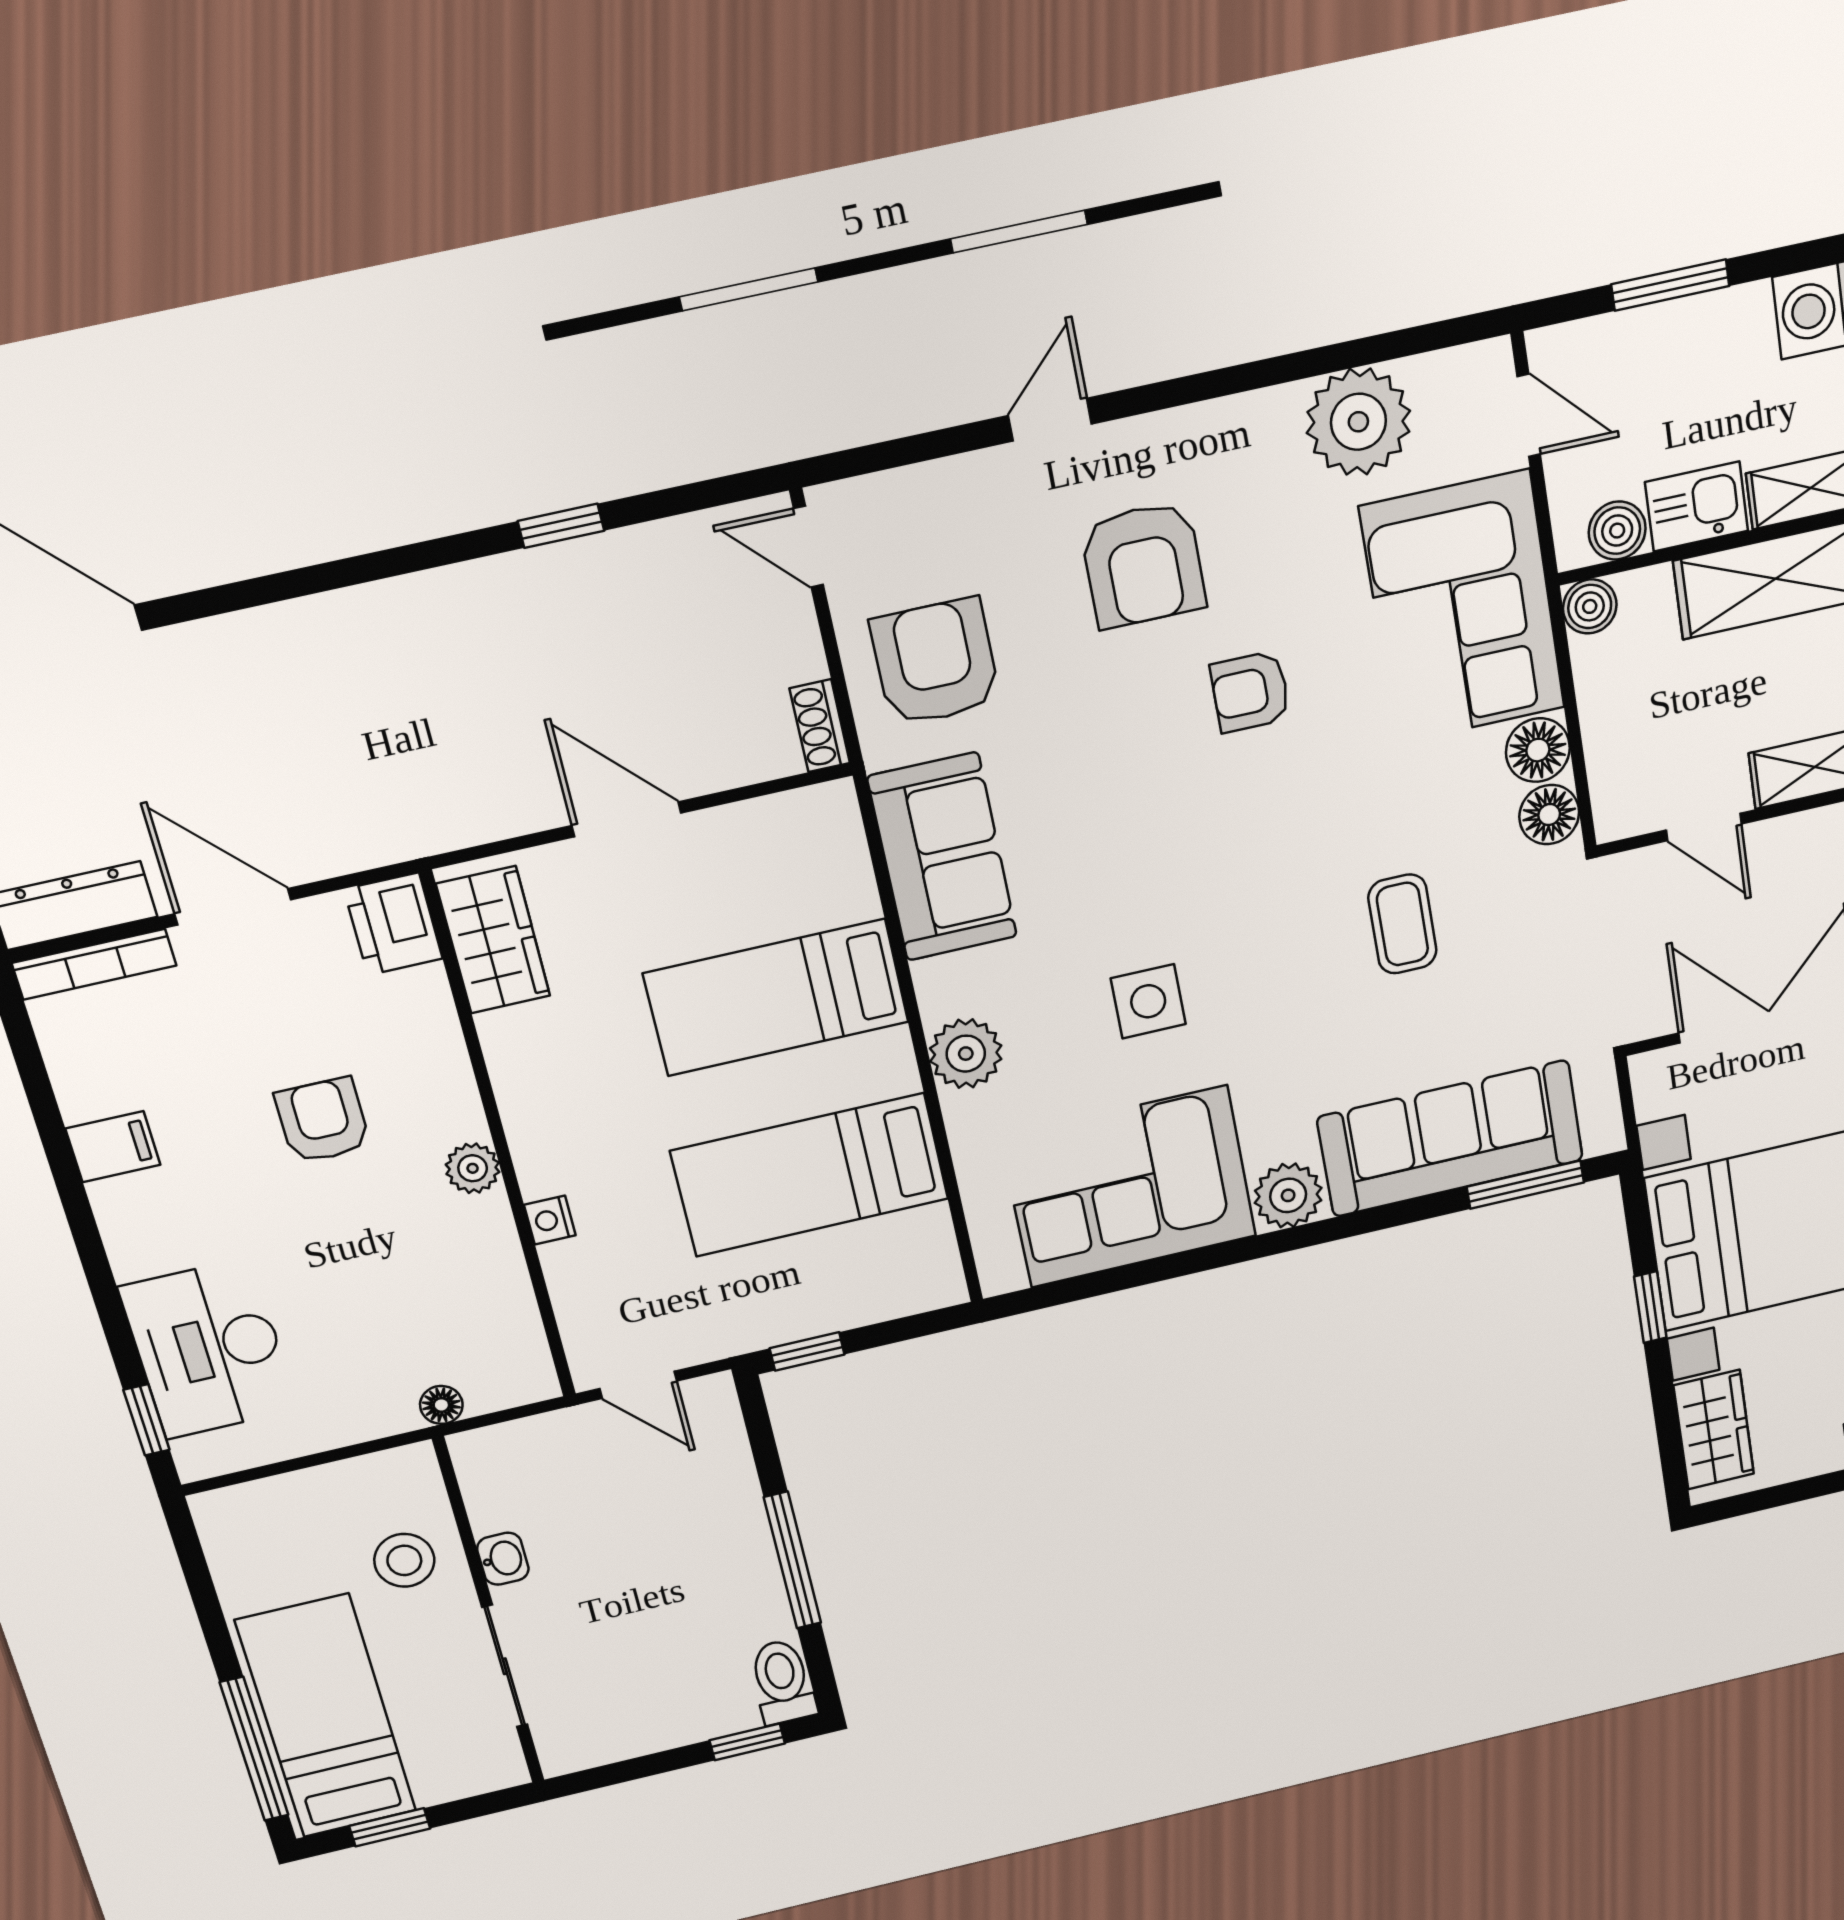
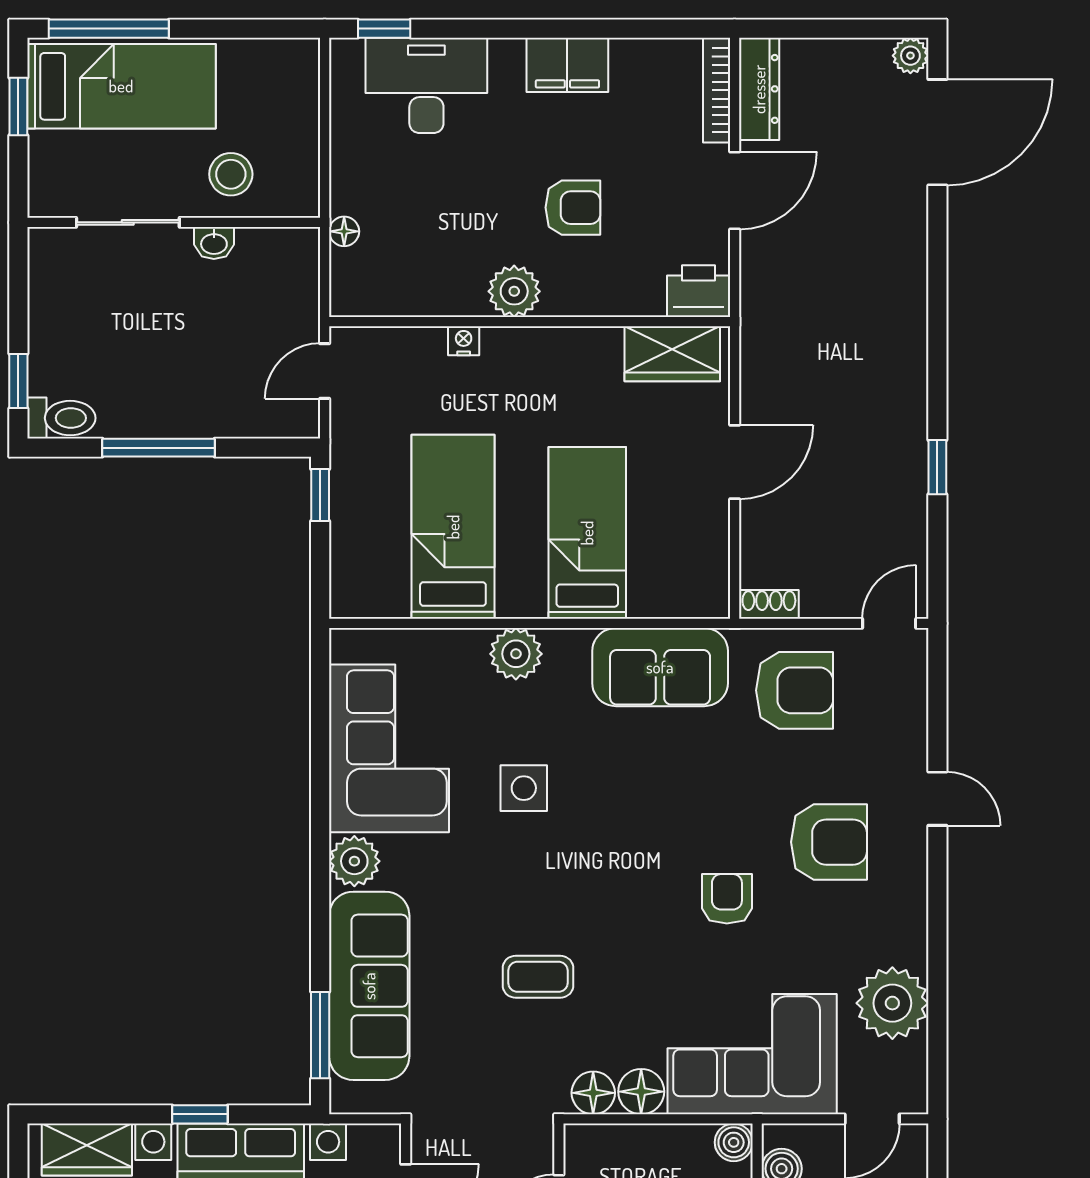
armchair: (1143, 565) -> (829, 842), turned 180
filing cabinet: (113, 1147) -> (567, 65), width x2.00
plant: (473, 1168) -> (514, 291), width x1.38, depth x1.38

